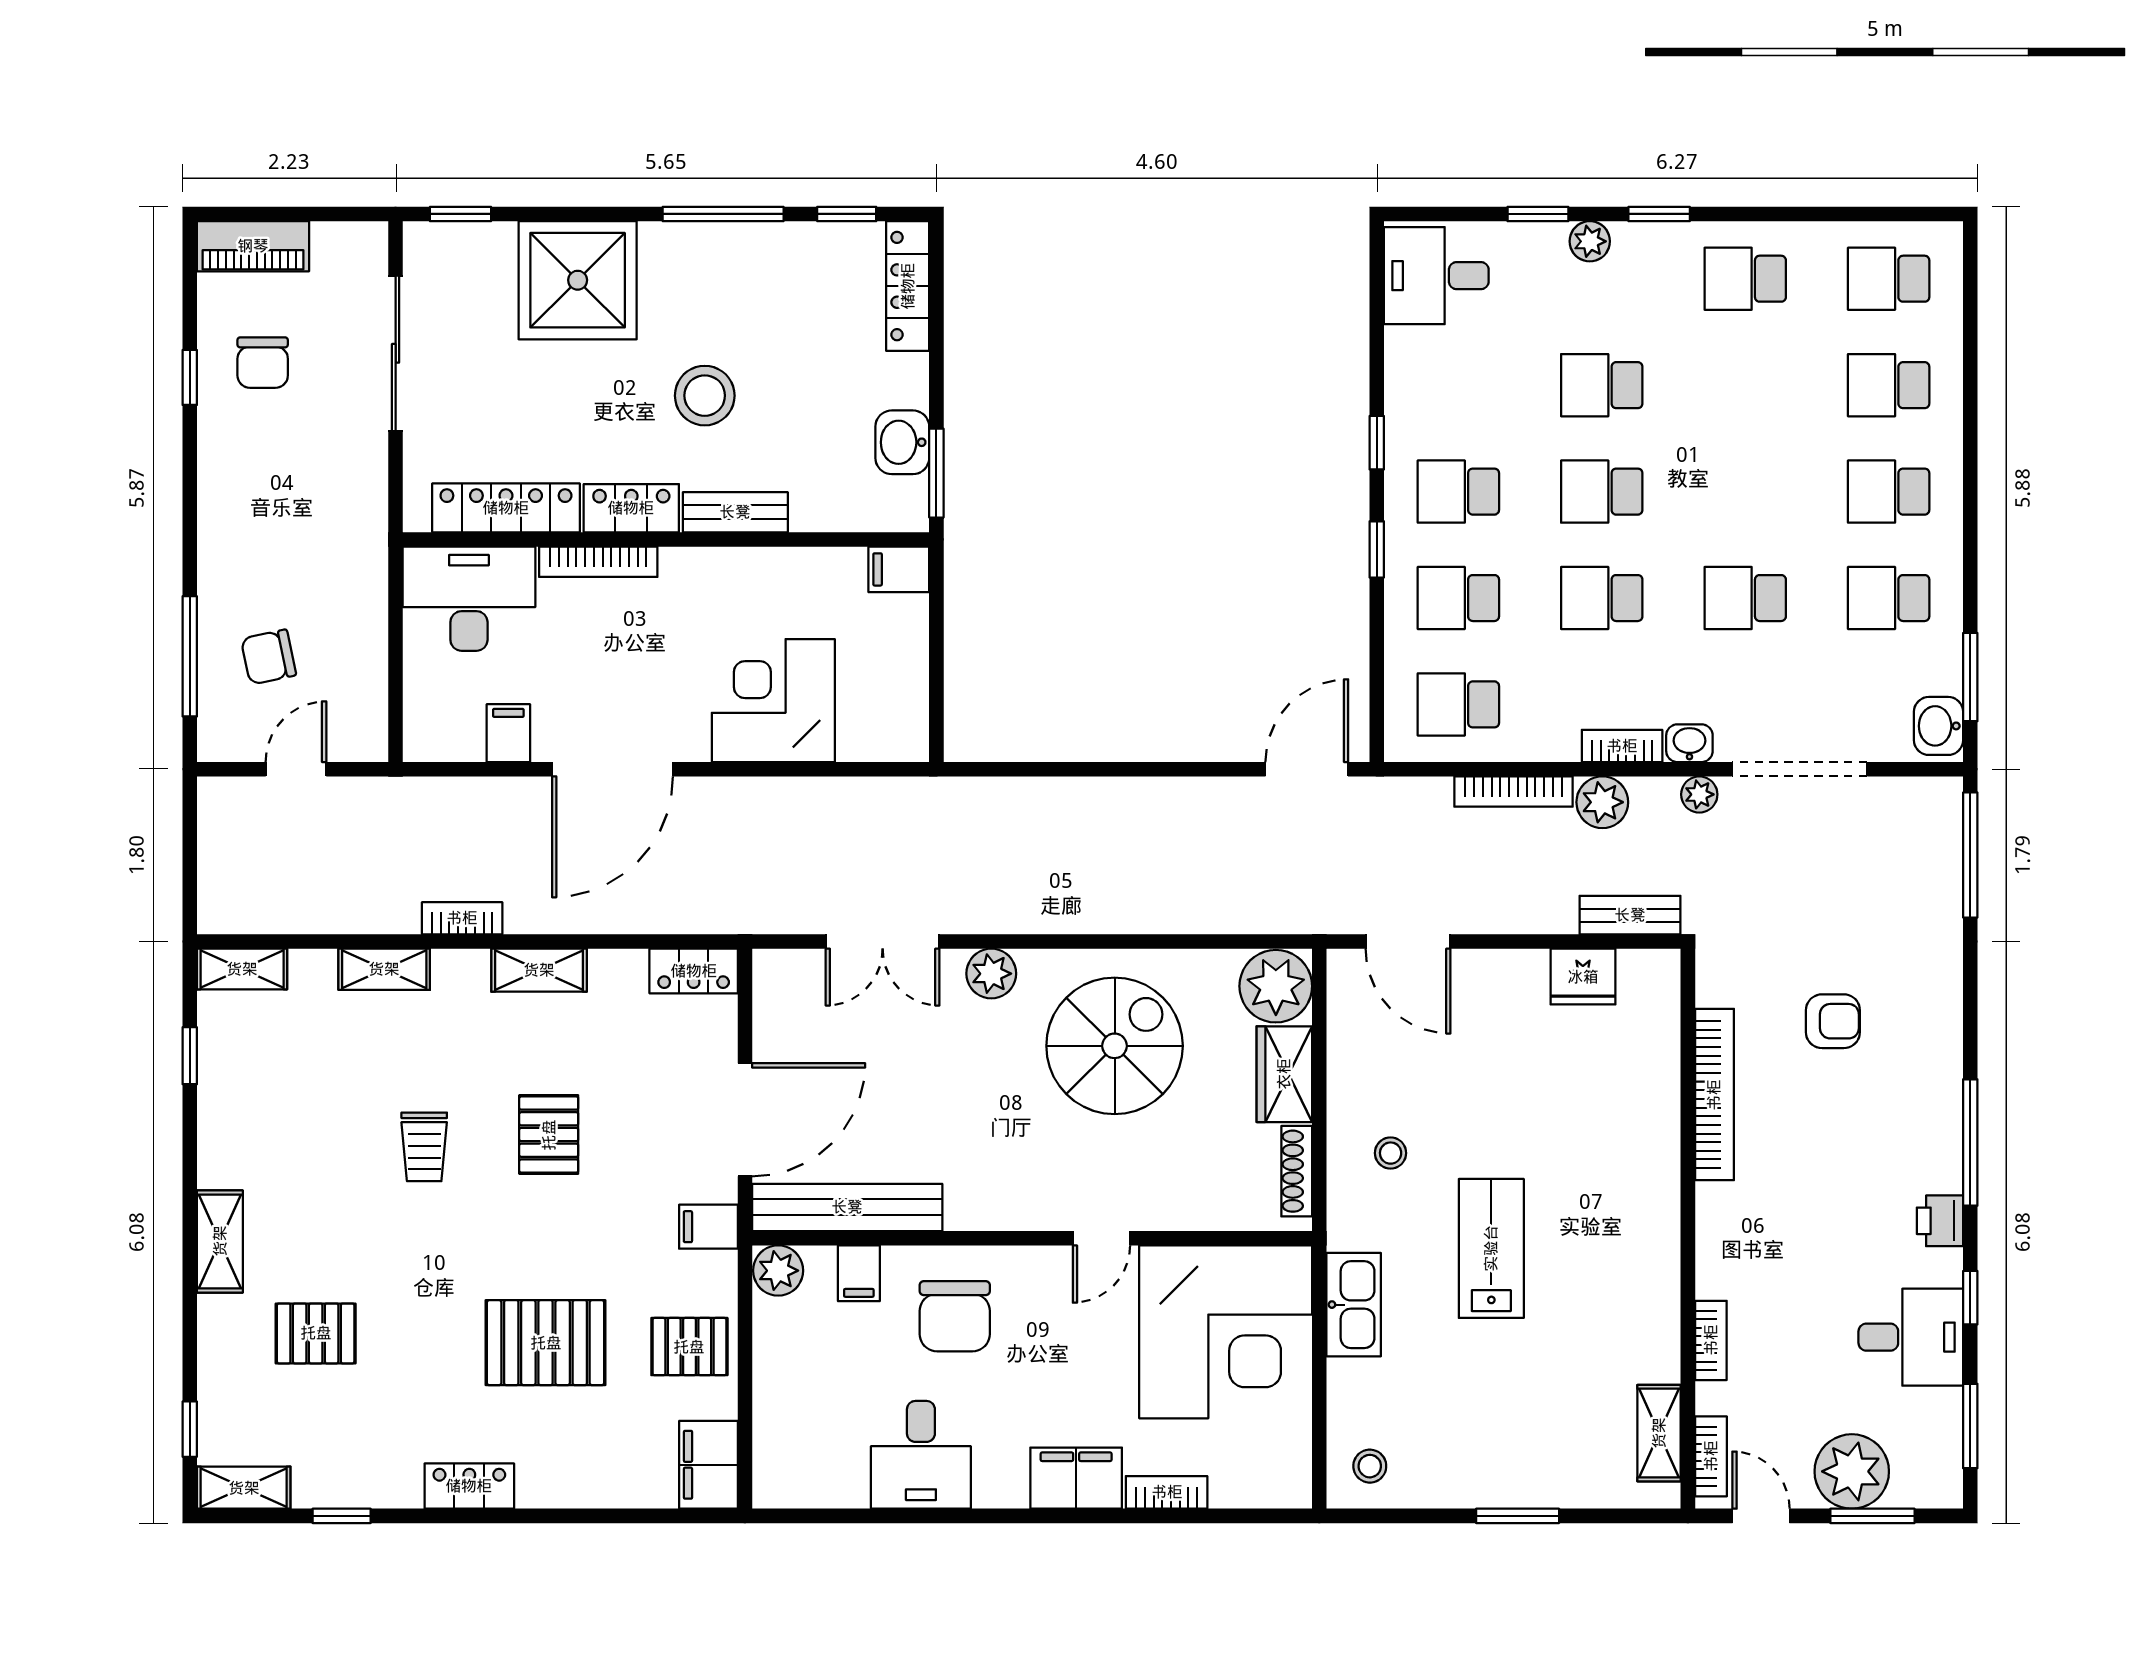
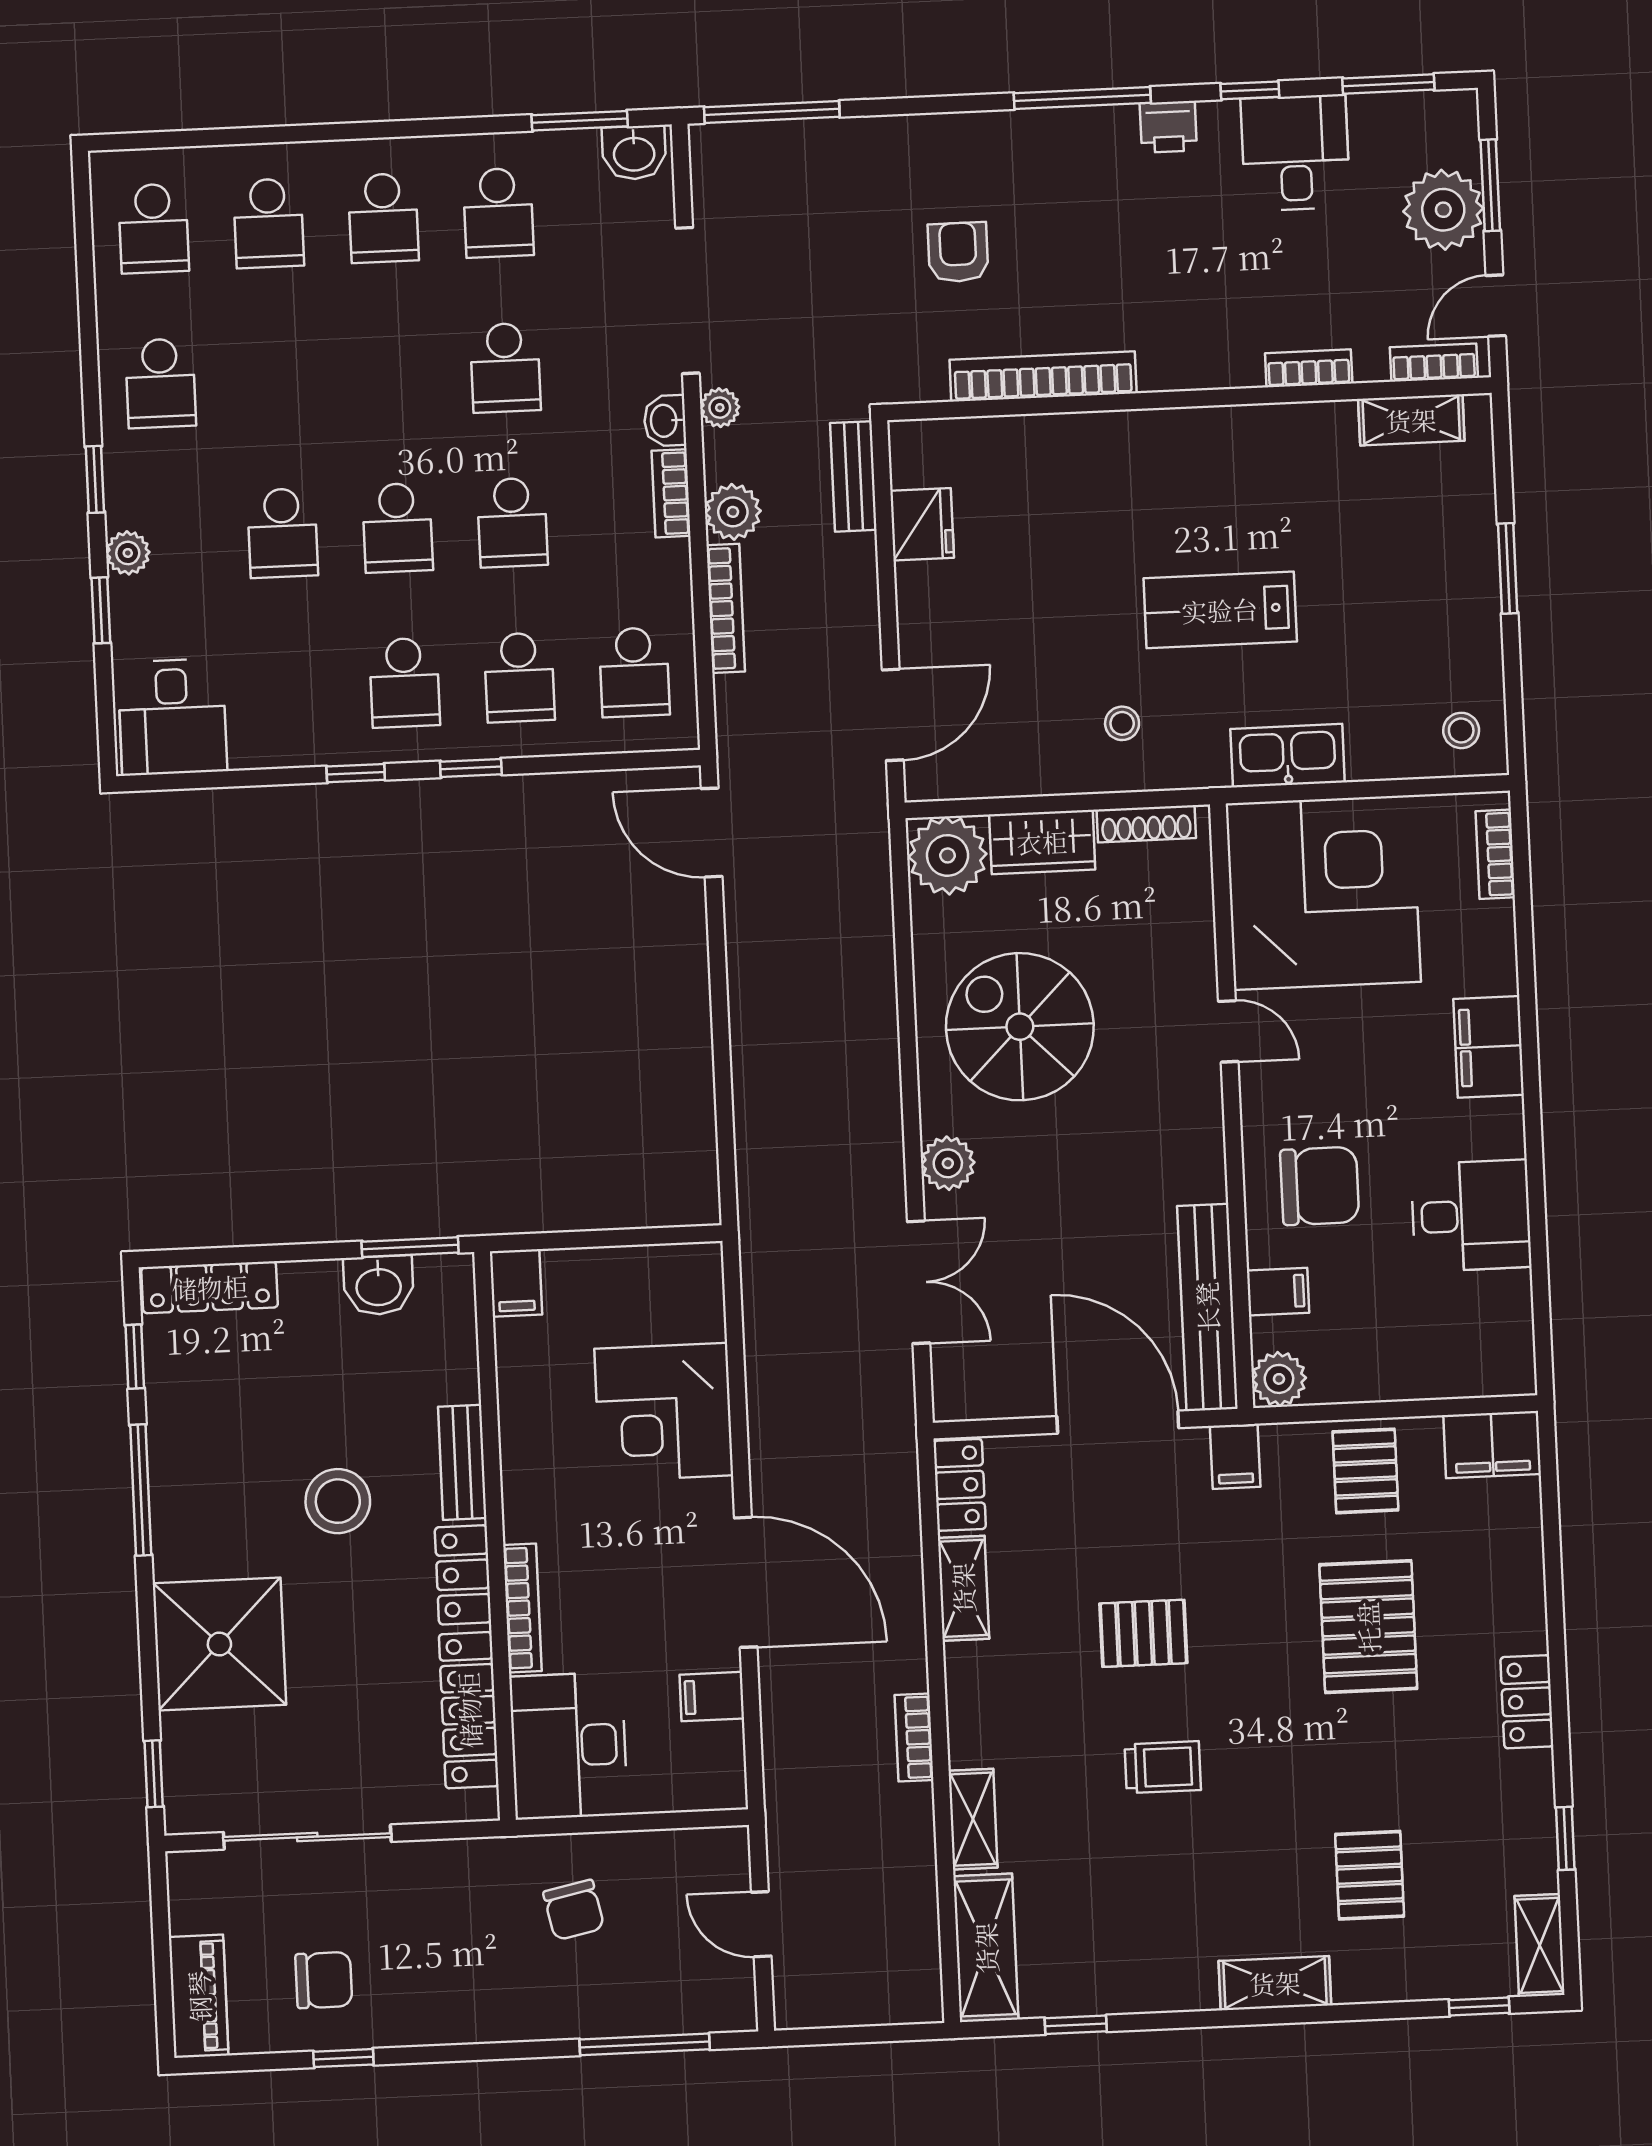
chair: (269, 657) -> (574, 1910), moved
shelving: (242, 969) -> (986, 1948), width x1.50, depth x1.33
shelving: (539, 970) -> (963, 1588), moved
bookcase: (1167, 1492) -> (1495, 854), moved

